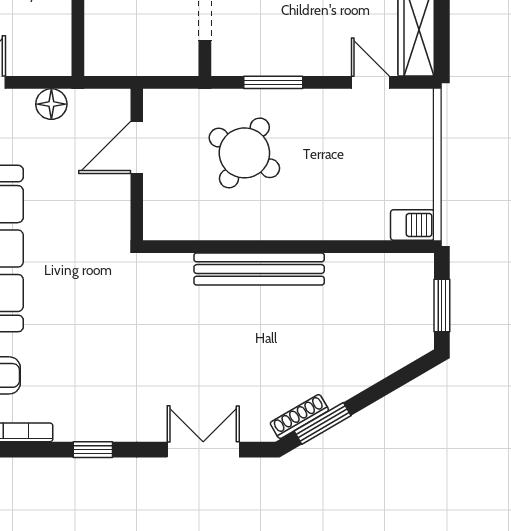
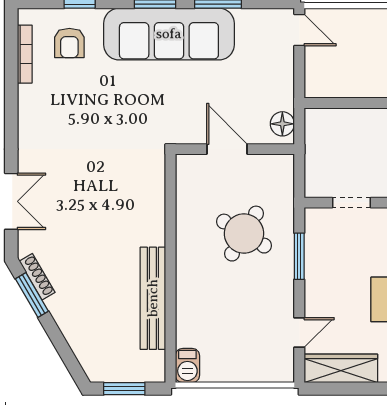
floor lamp: (51, 104) -> (282, 124), moved
door: (137, 147) -> (227, 149), moved
bench: (259, 269) -> (153, 298), moved
window: (93, 450) -> (11, 115), removed

